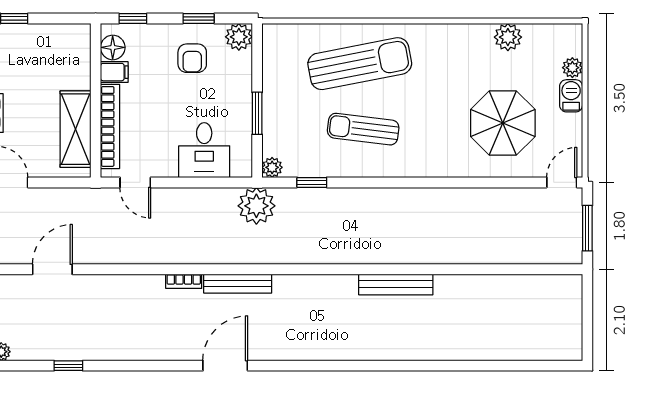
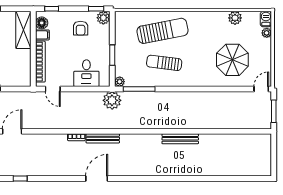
window: (199, 19) -> (96, 9), moved
barbecue: (571, 96) -> (266, 19), moved
shelving: (75, 129) -> (23, 30), moved
window: (312, 182) -> (139, 89), width x2.17

